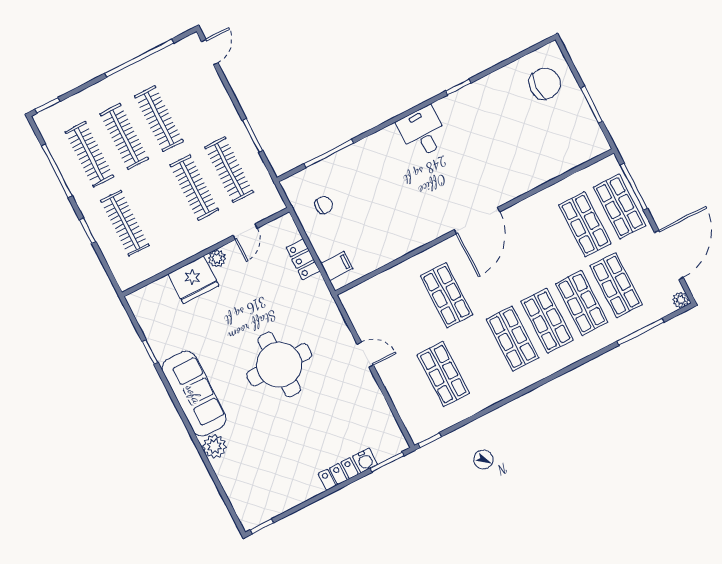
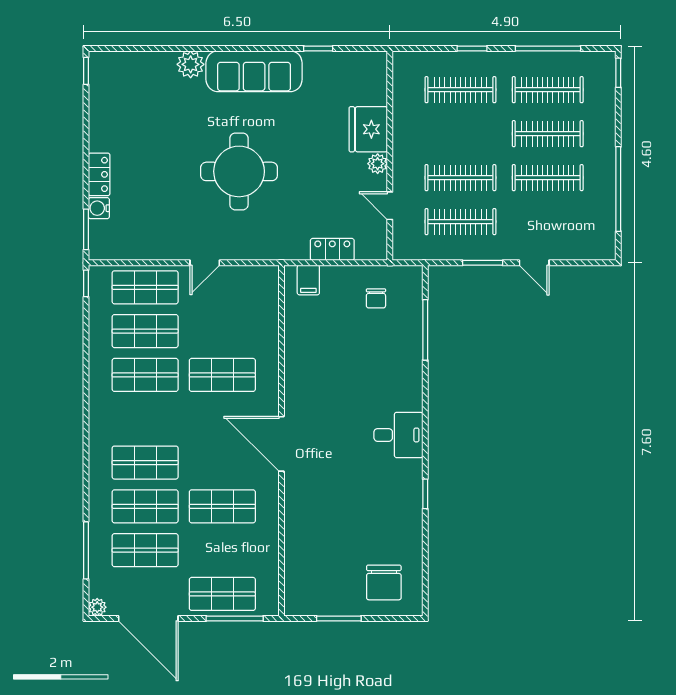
door: (210, 52) -> (534, 263), moved
shop shelf: (585, 224) -> (222, 506), moved
shop shelf: (512, 339) -> (145, 375), moved
shop shelf: (409, 392) -> (145, 287), added

